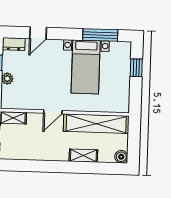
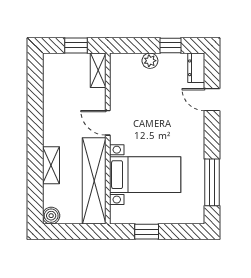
bed with nightstands: (86, 67) -> (145, 175), moved, turned 180
window: (136, 68) -> (147, 232), moved

